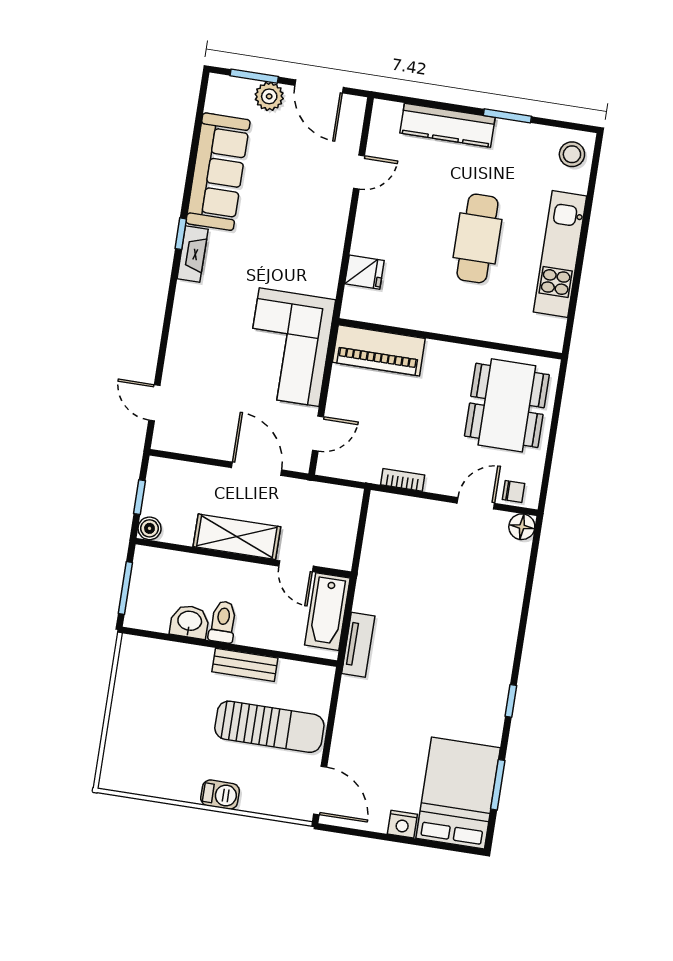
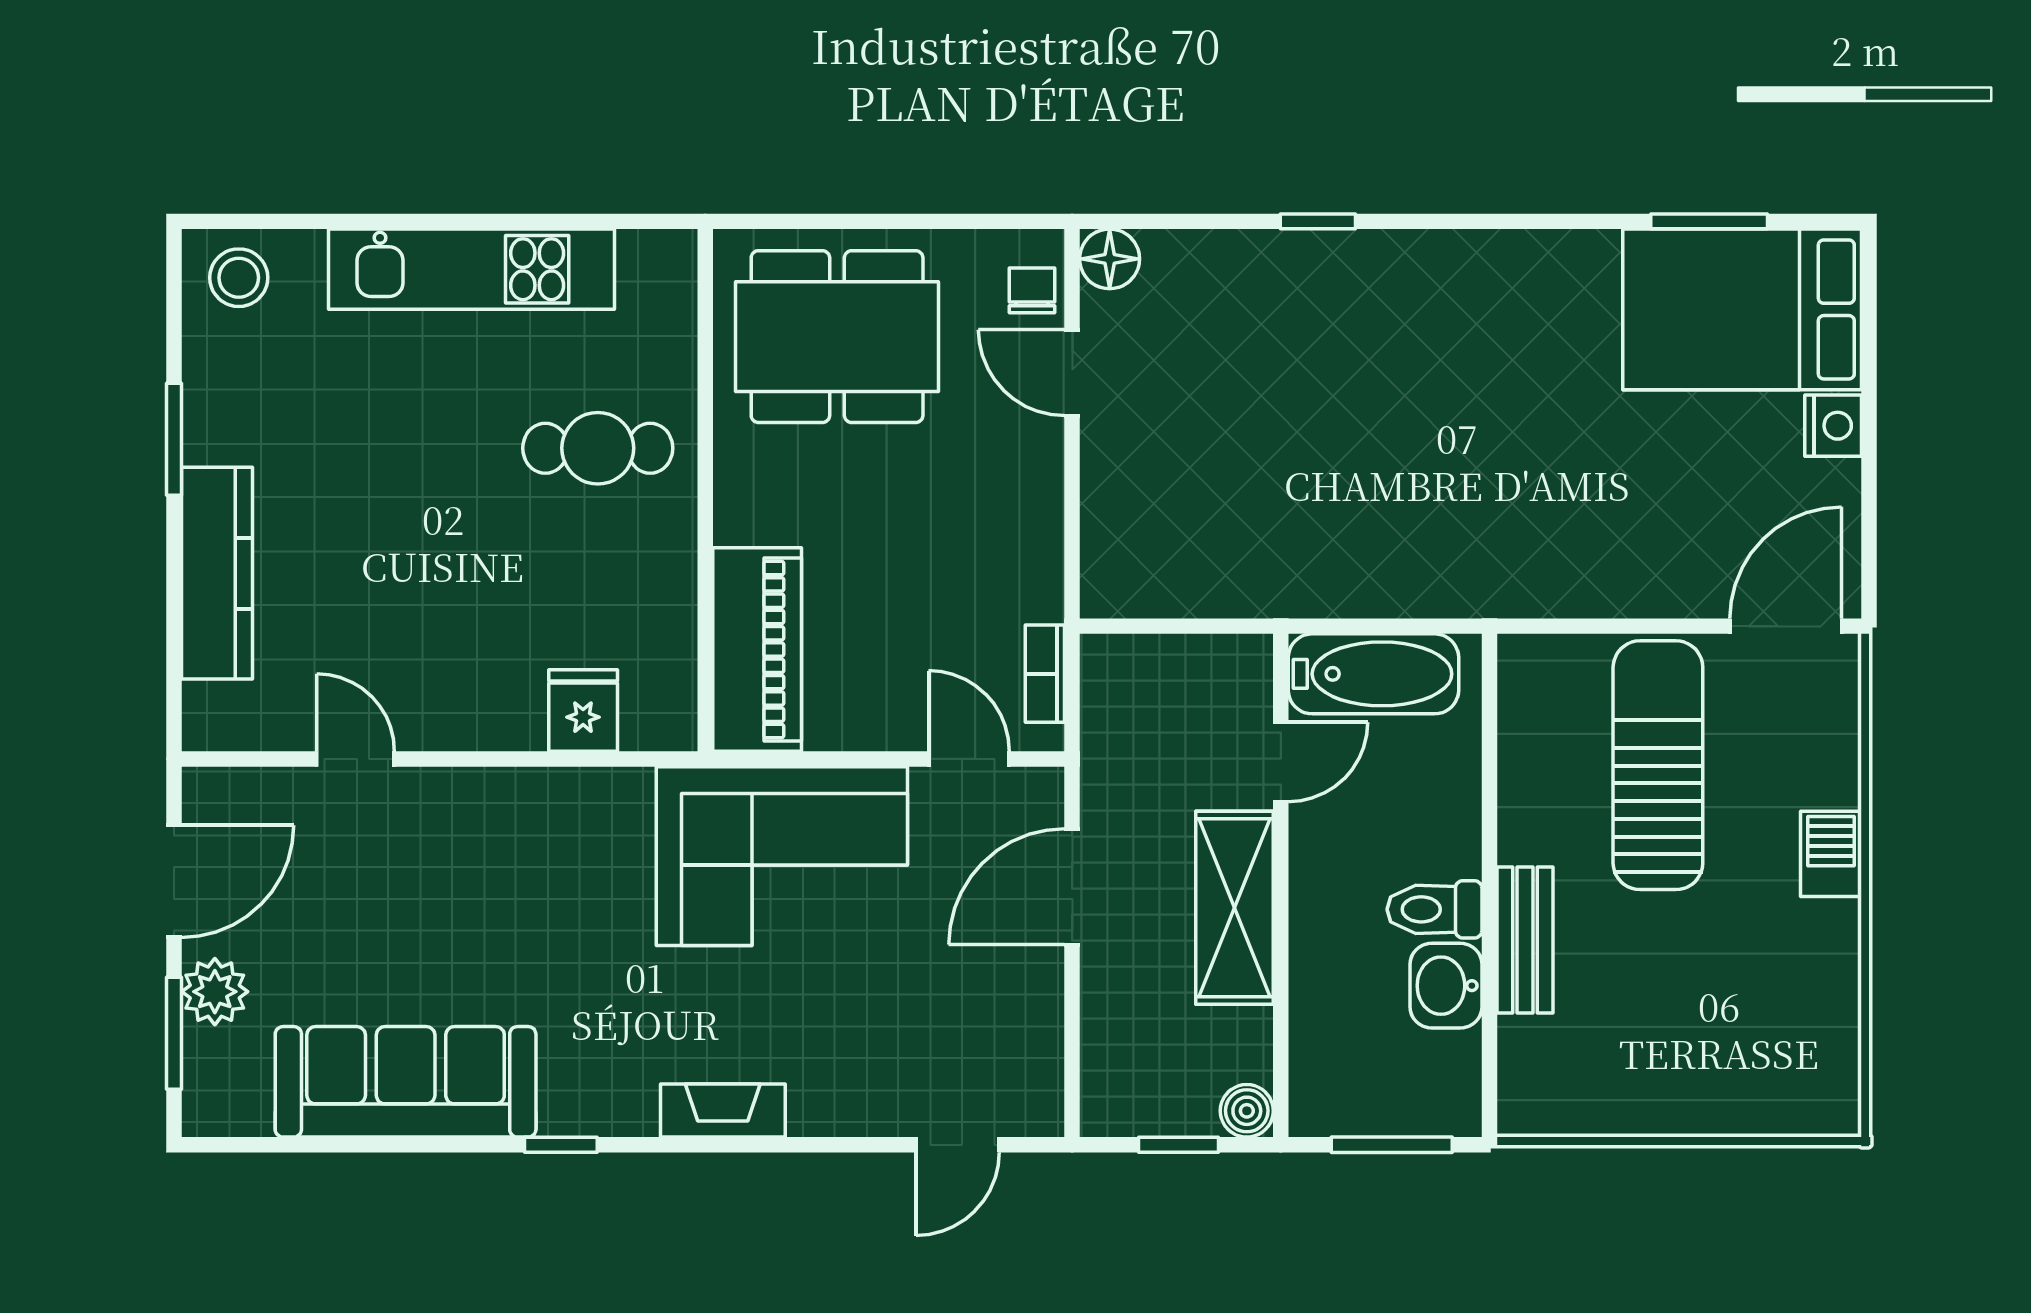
cafe table: (477, 238) -> (598, 448), moved, width x0.73, depth x0.74
fireplace: (193, 254) -> (723, 1111), moved
bookcase: (403, 480) -> (1045, 674), moved
tv unit: (358, 645) -> (1438, 591), removed
bench: (245, 665) -> (1525, 940), moved
window: (511, 701) -> (1318, 221), moved

